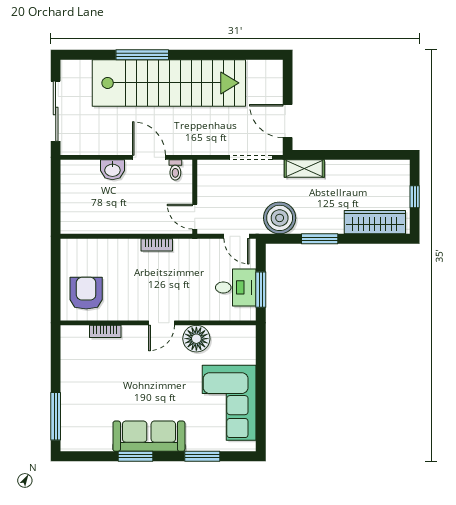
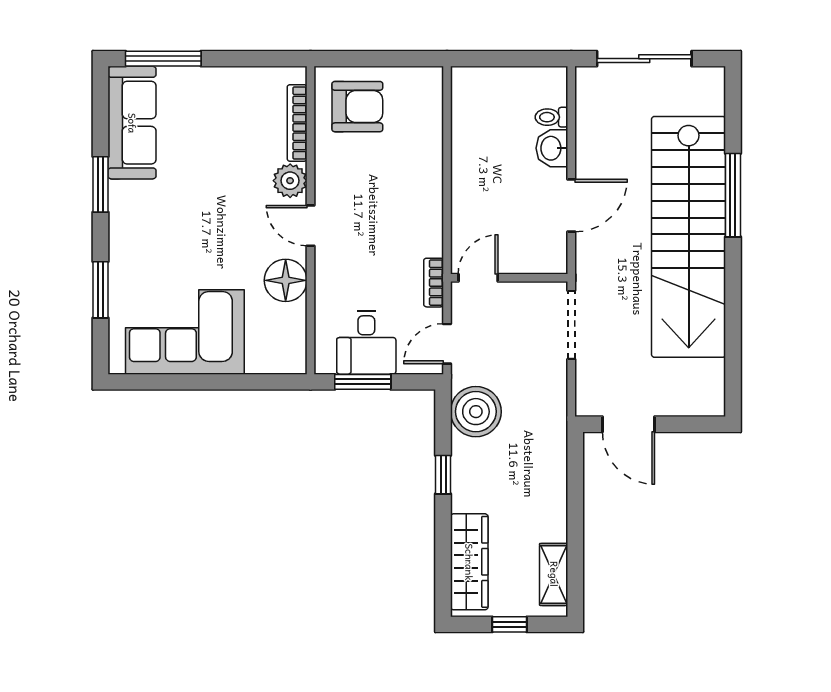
door: (288, 121) -> (629, 424), swing flipped
doorway: (251, 157) -> (571, 325), moved
shelving: (304, 169) -> (554, 574), moved
toilet: (175, 170) -> (552, 117), moved
window: (320, 239) -> (443, 475), width x0.67
bookcase: (157, 245) -> (434, 283), moved
bookcase: (105, 331) -> (297, 123), width x1.56
plant: (133, 336) -> (290, 181), added
sofa: (149, 436) -> (132, 123), moved

